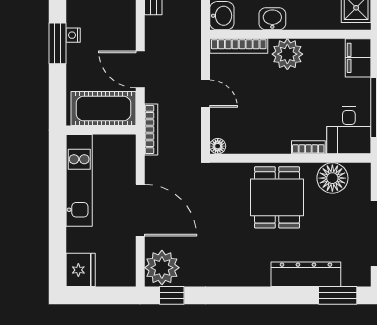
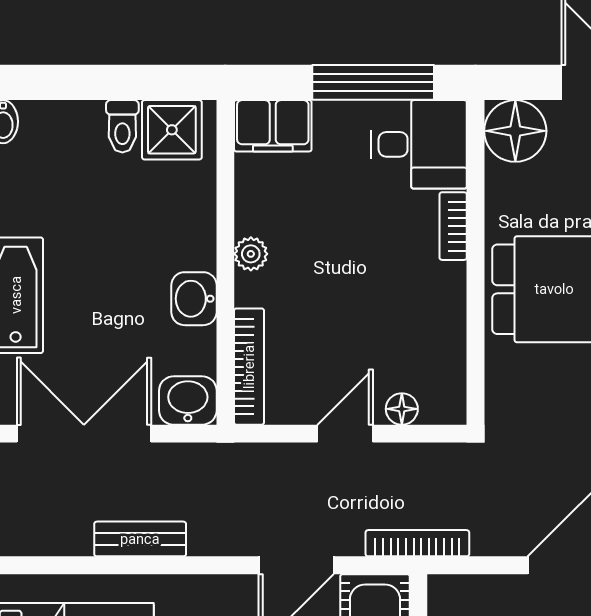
plant: (287, 54) -> (251, 254), width x0.53, depth x0.53
floor lamp: (218, 146) -> (402, 409), moved
floor lamp: (332, 178) -> (515, 131), moved

